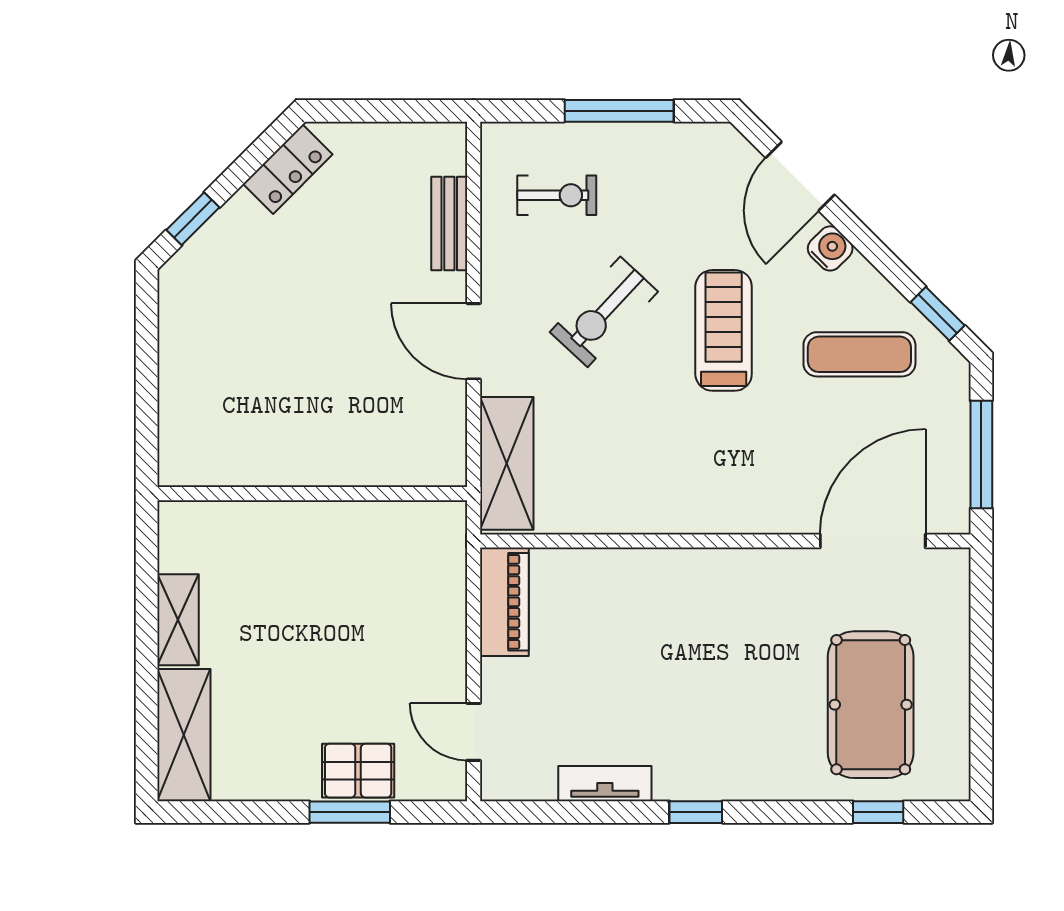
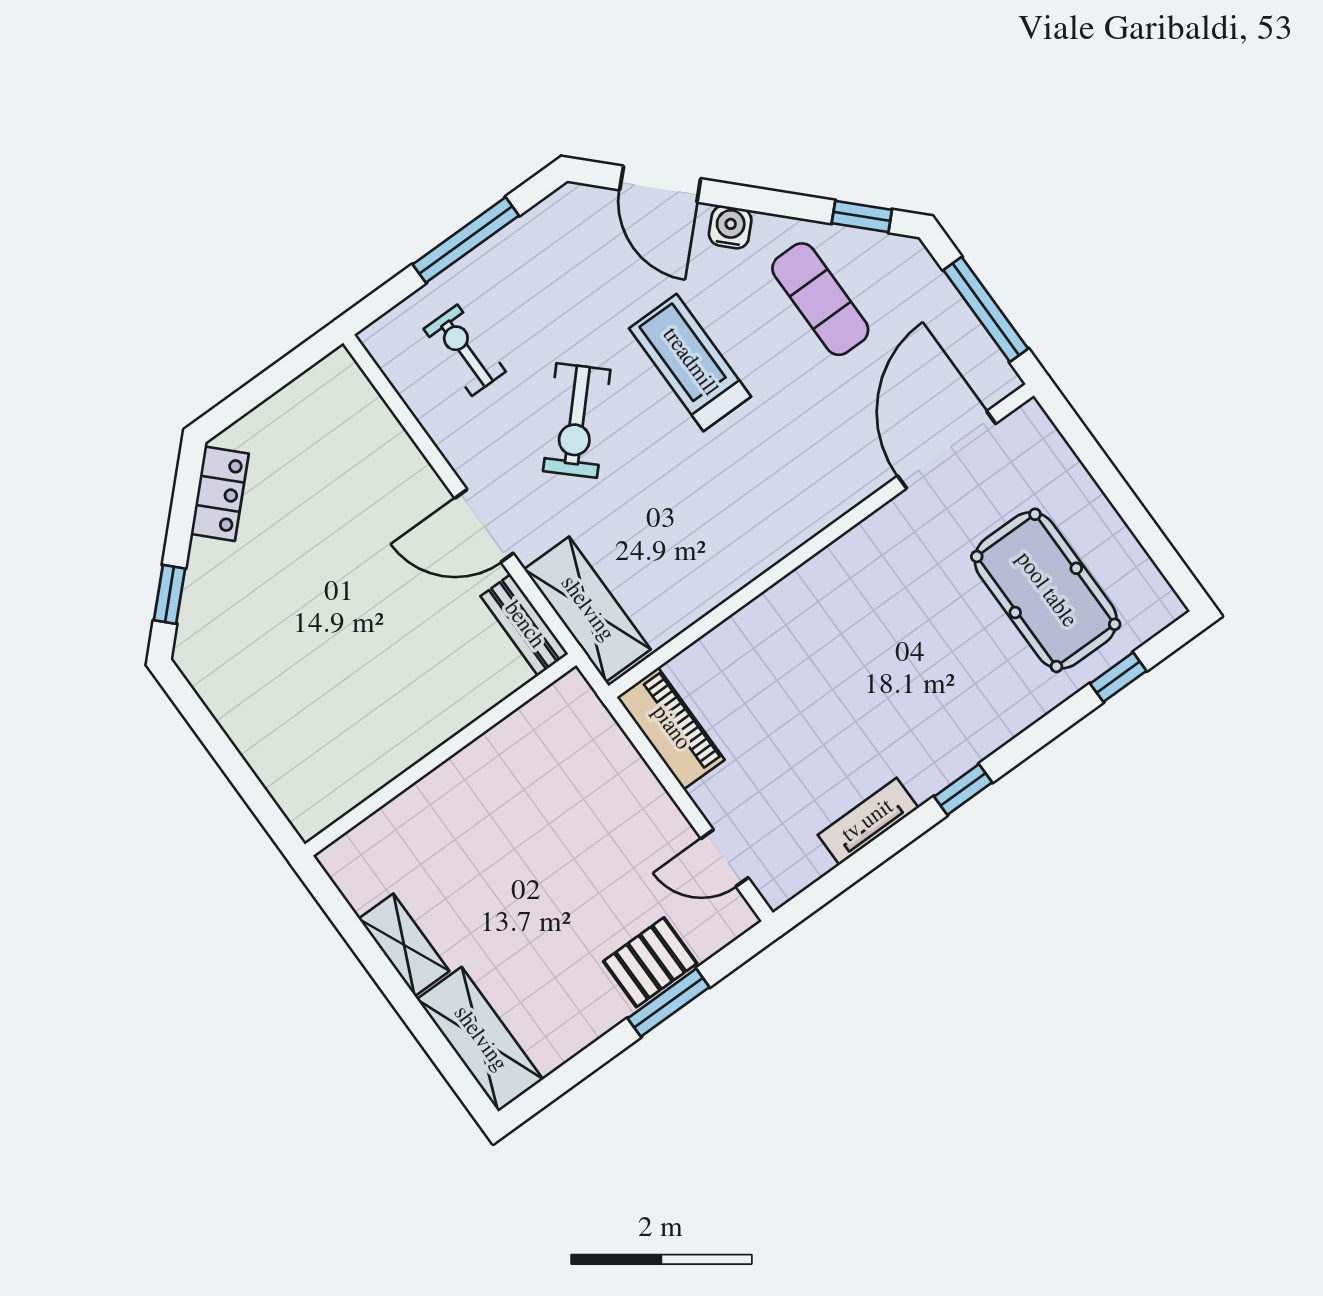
exercise bike: (557, 195) -> (465, 350), turned -90
bench: (449, 224) -> (524, 625), moved
exercise mat: (859, 354) -> (820, 299), turned 90

